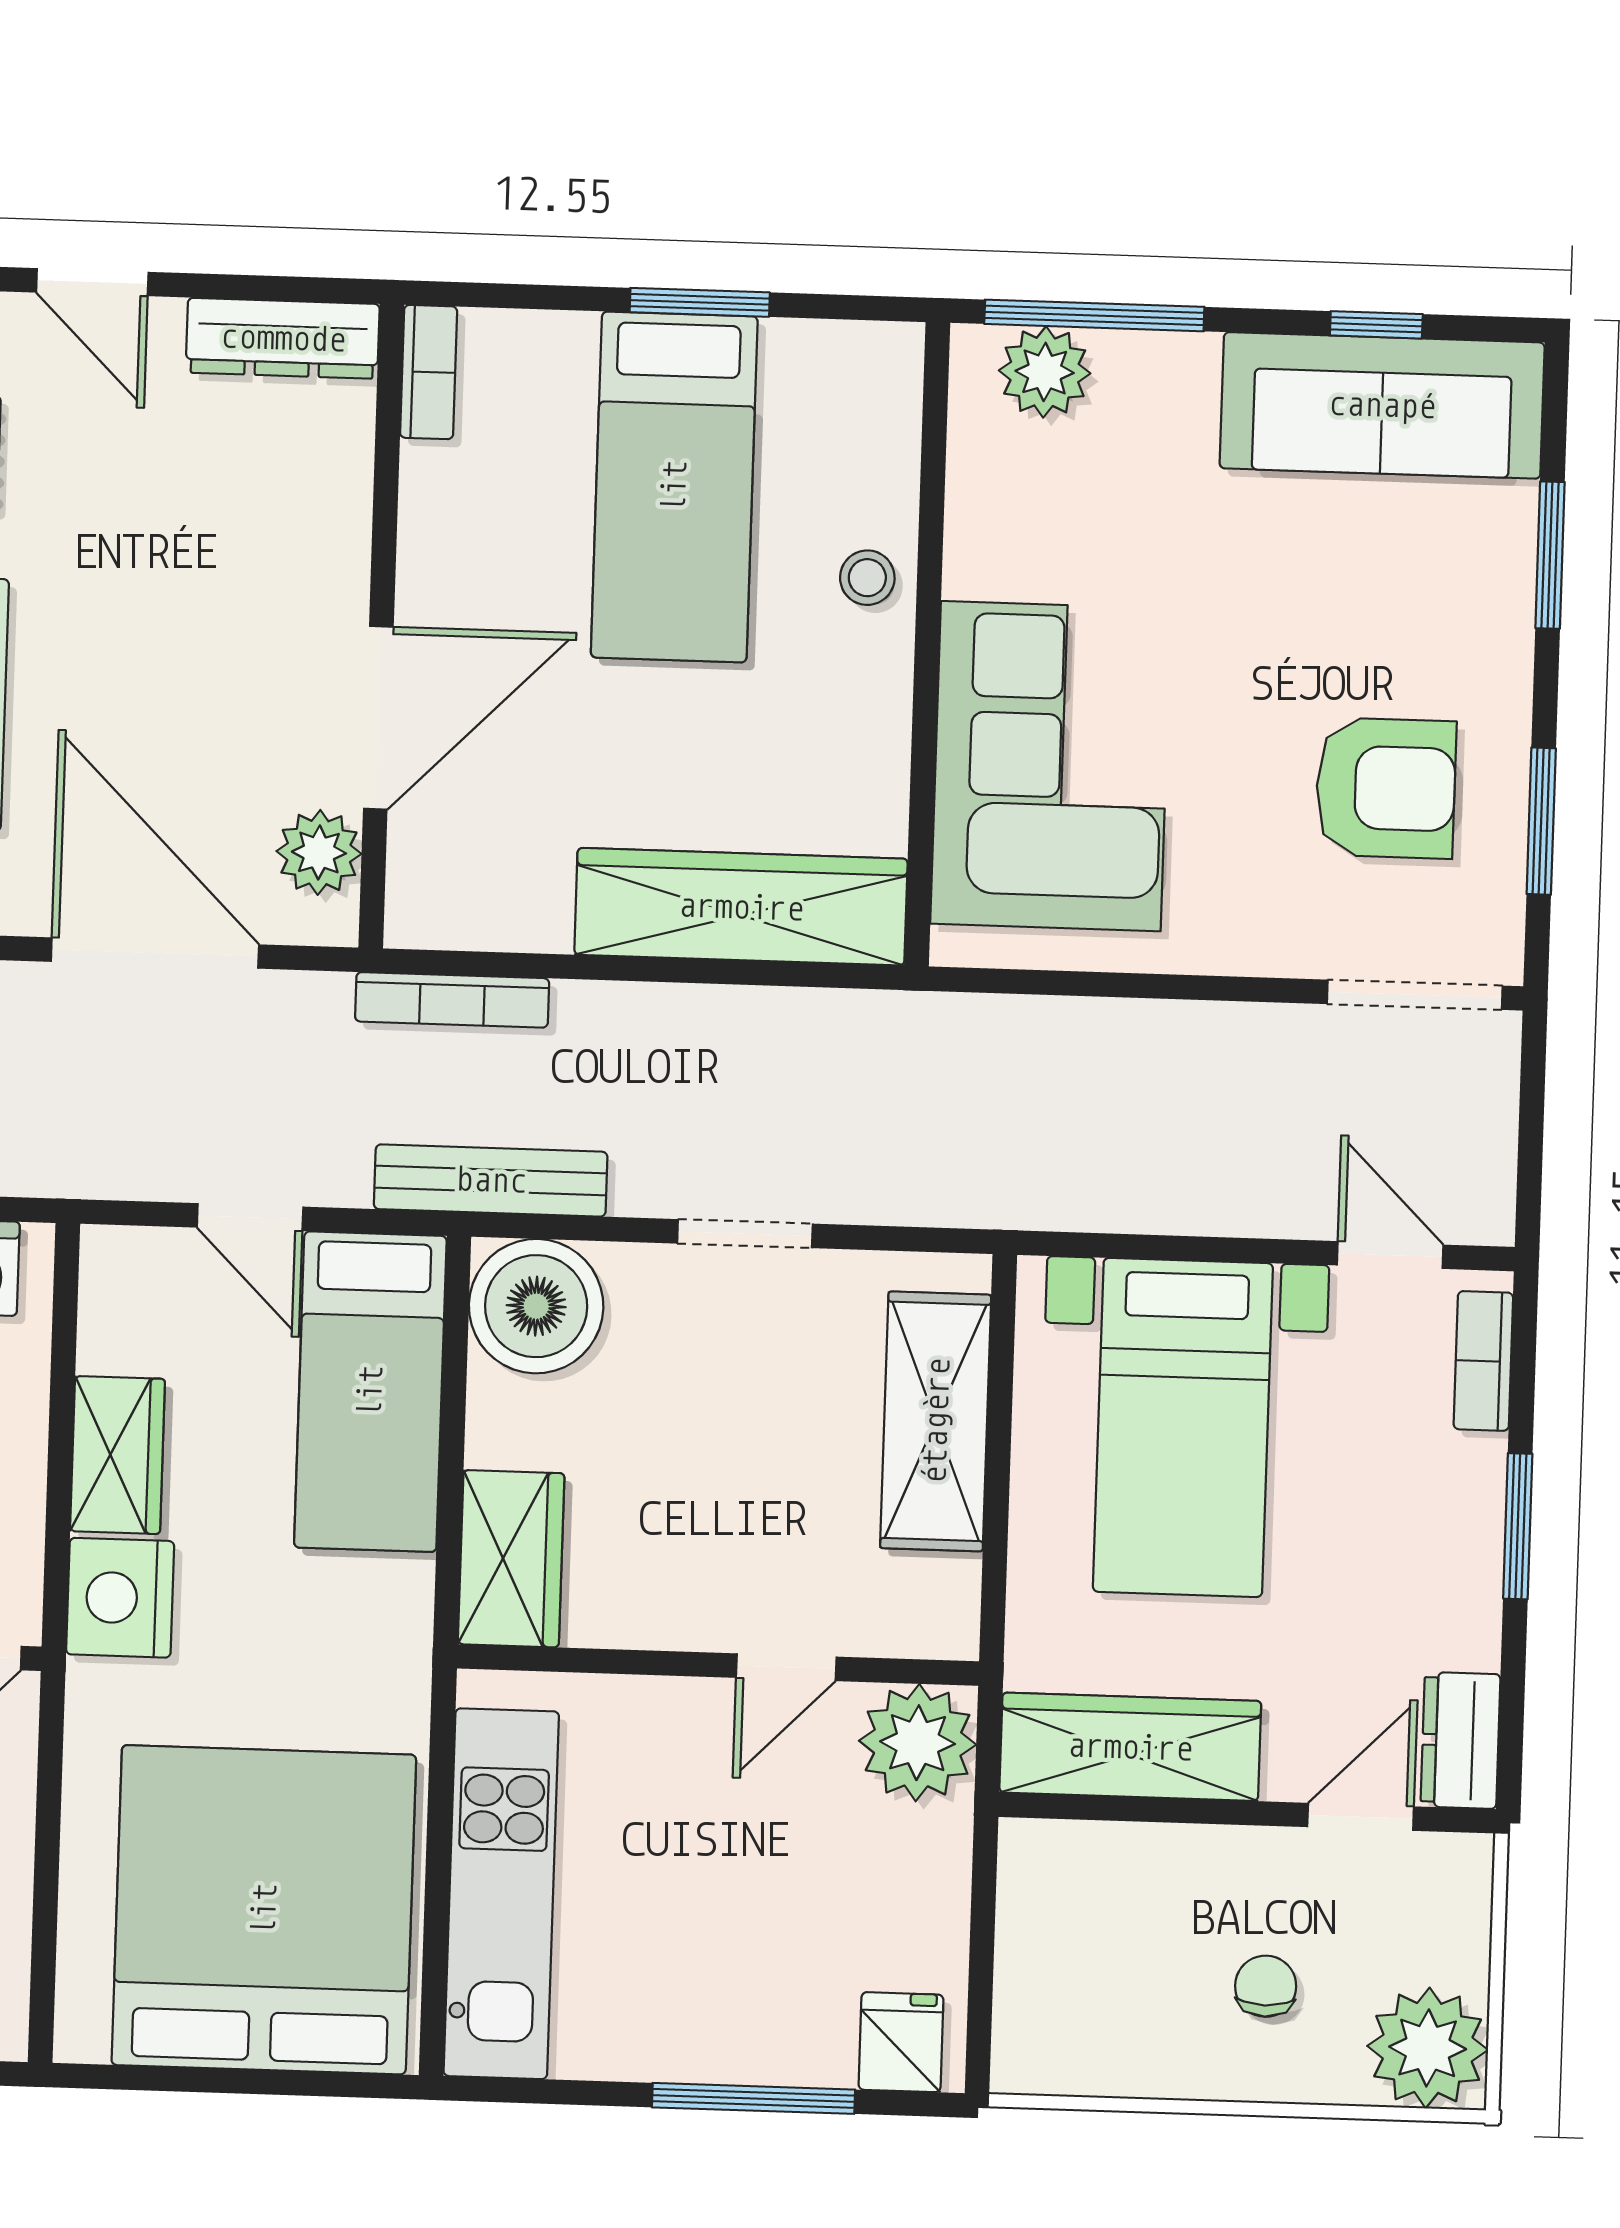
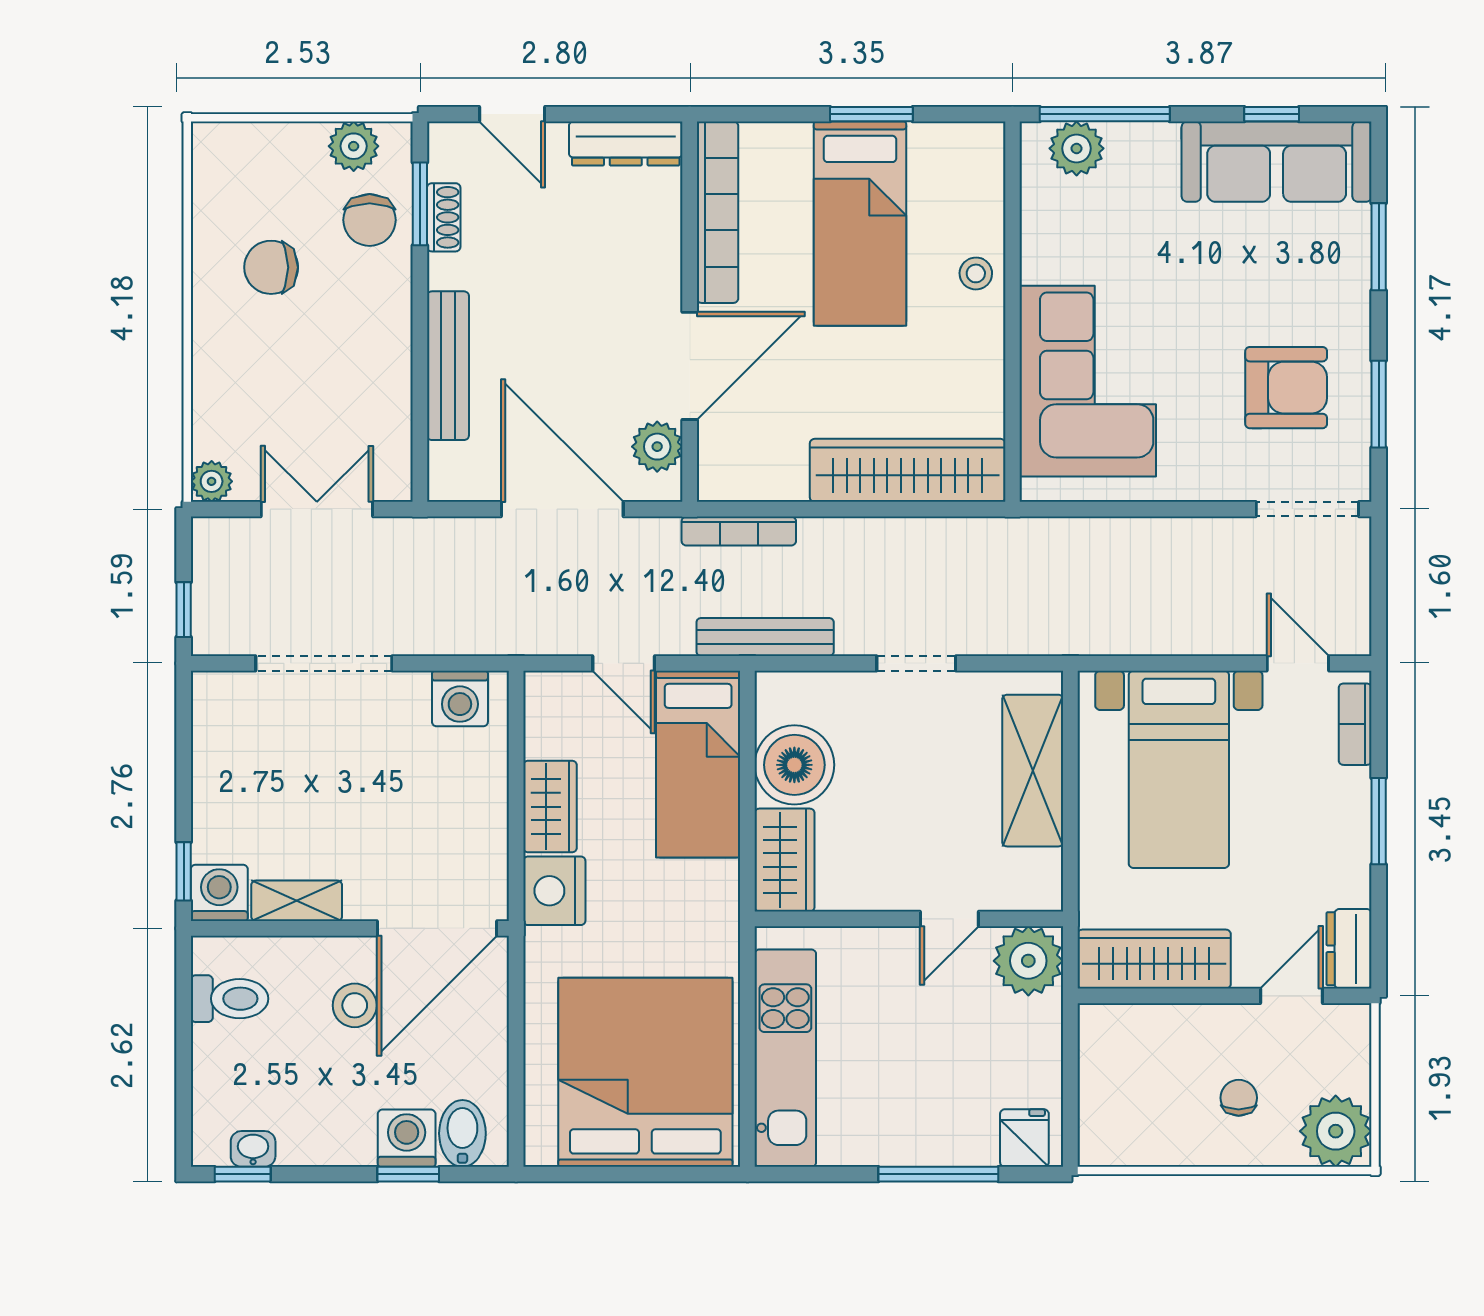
bookcase: (429, 372) -> (718, 212), width x2.31, depth x1.31
boiler: (536, 1306) -> (794, 765), moved

